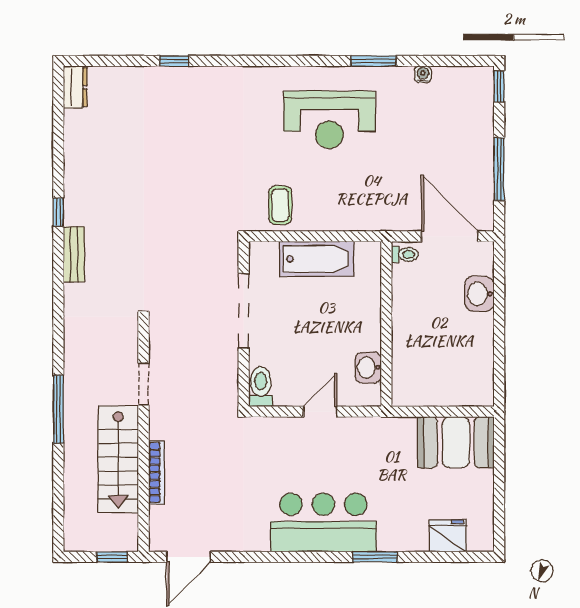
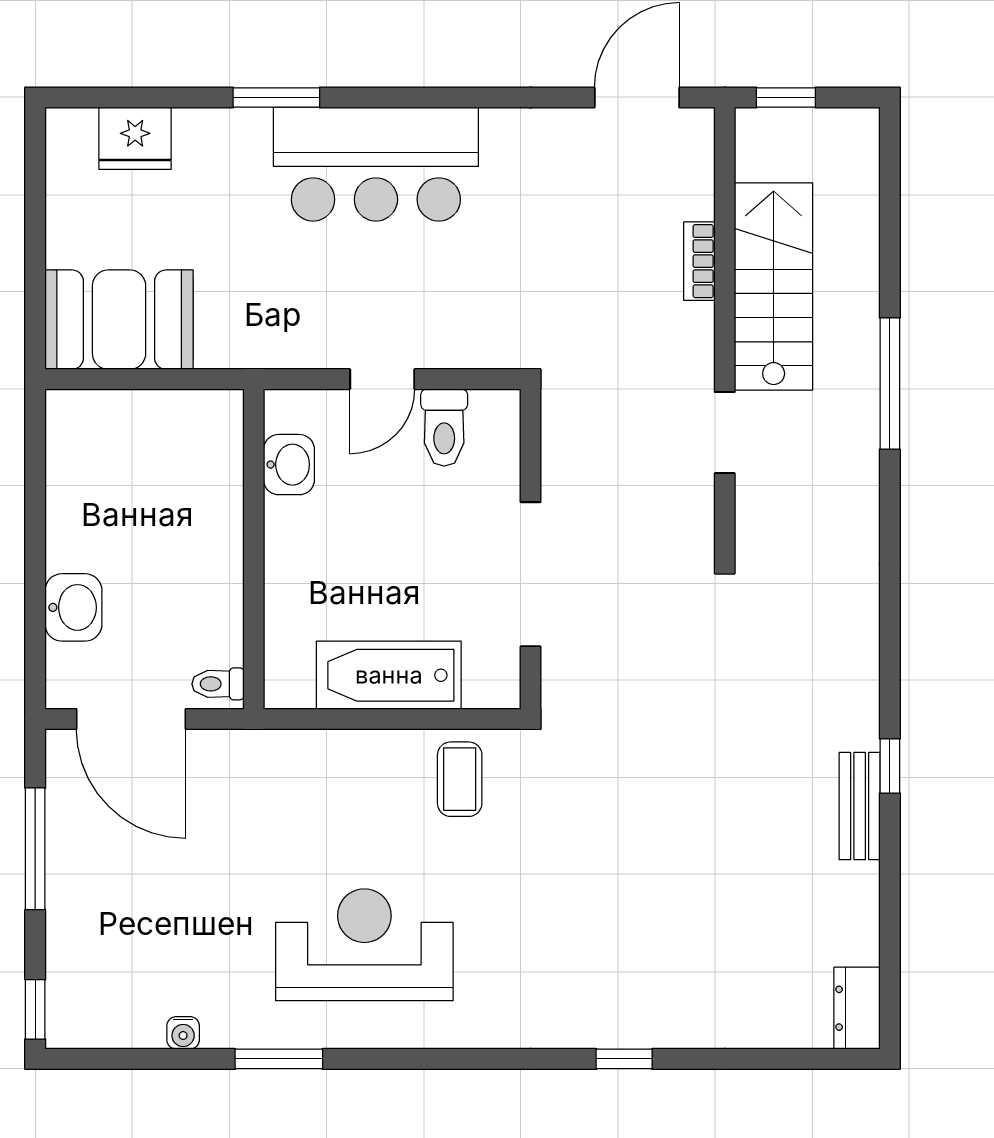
window: (174, 61) -> (624, 1059), moved
bench: (74, 254) -> (860, 806), moved
toilet: (261, 387) -> (444, 427), moved
bookcase: (157, 472) -> (699, 261), width x0.64

